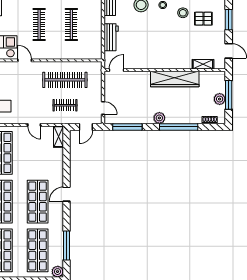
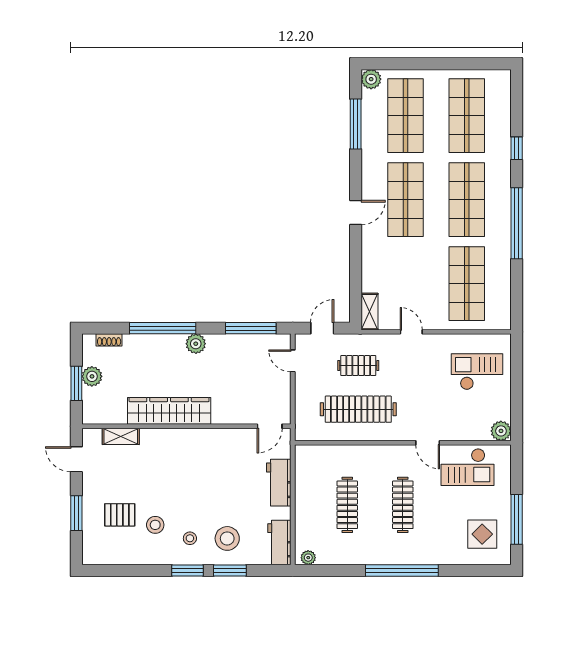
window: (229, 95) -> (76, 383), width x0.69

